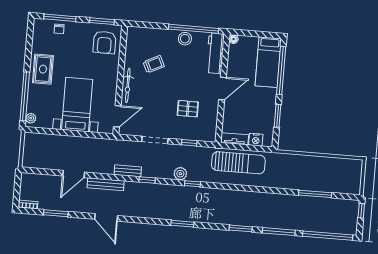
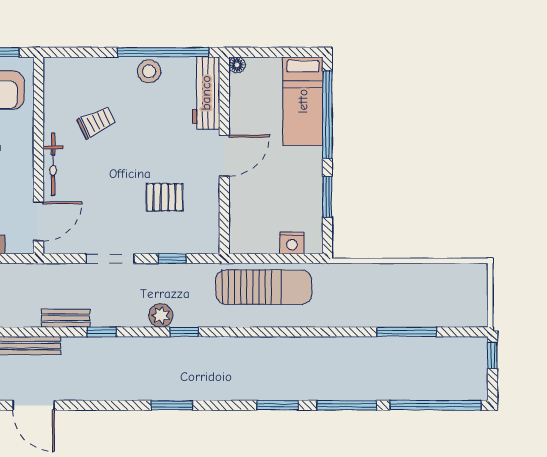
tv unit: (235, 139) -> (253, 245), removed

